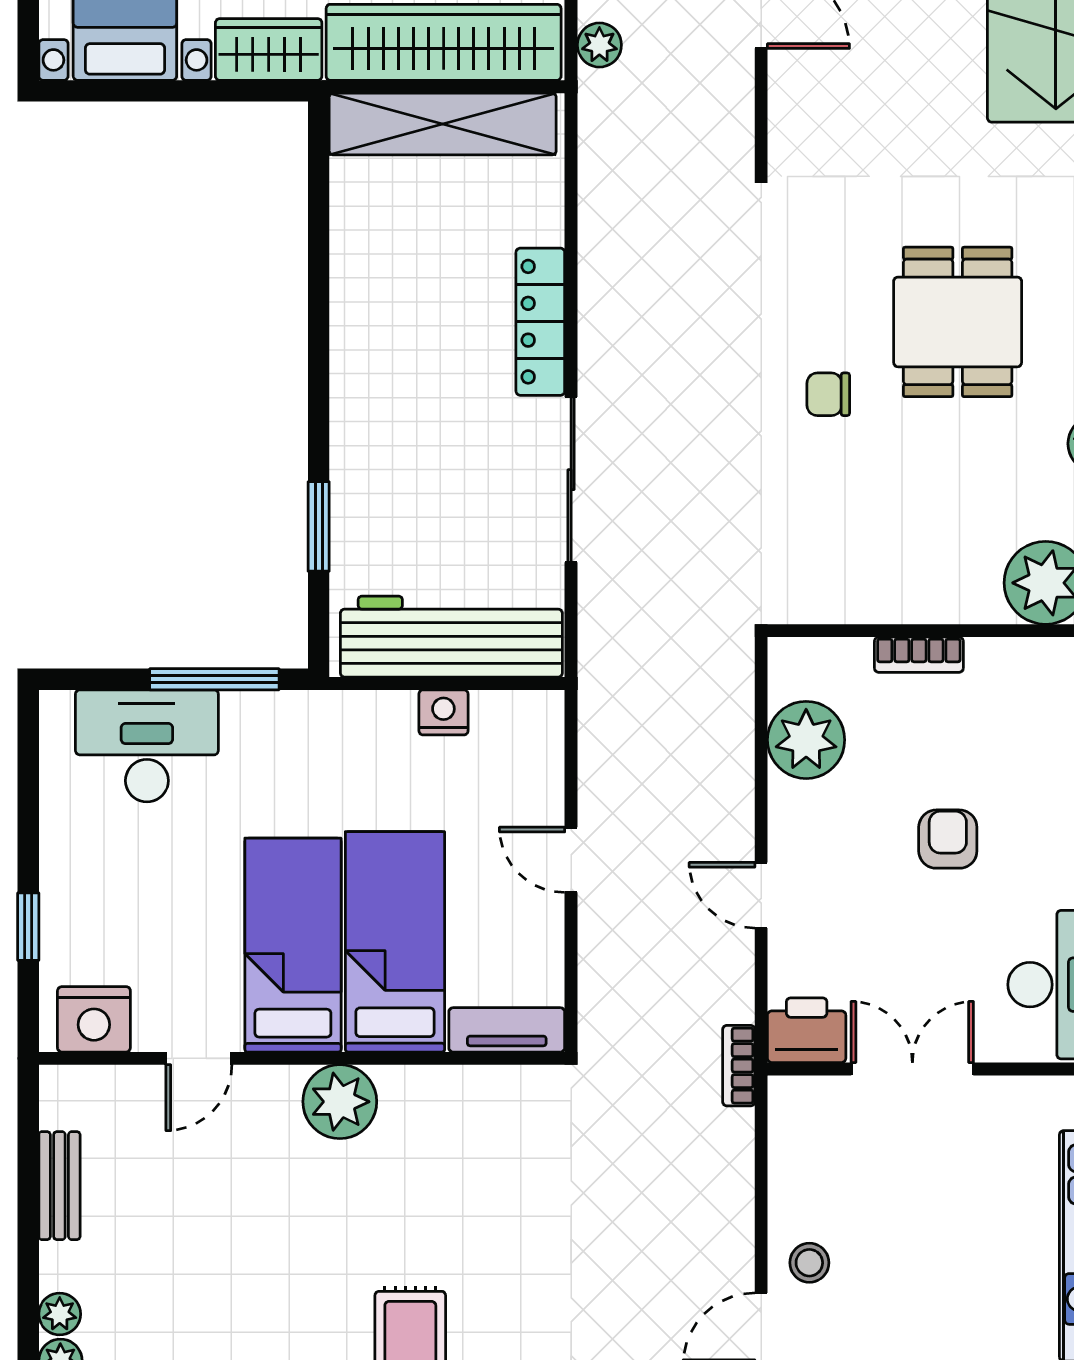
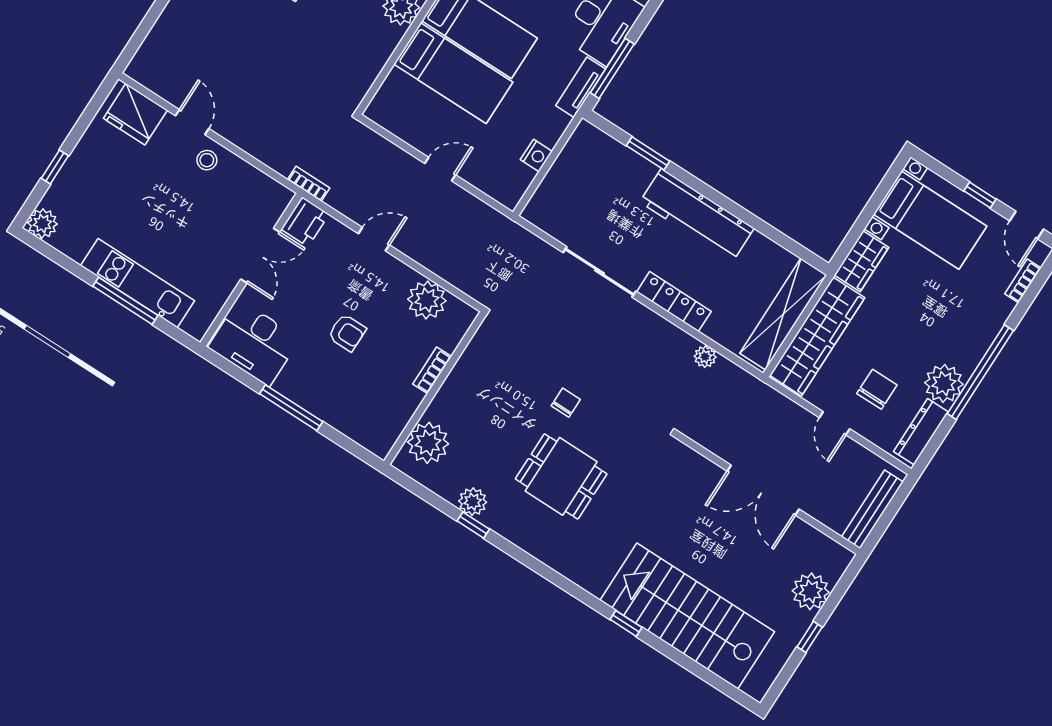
plant: (599, 45) -> (705, 357), moved
workbench: (451, 637) -> (697, 215), moved, turned 90
tv unit: (507, 1030) -> (581, 87), moved, turned 180

